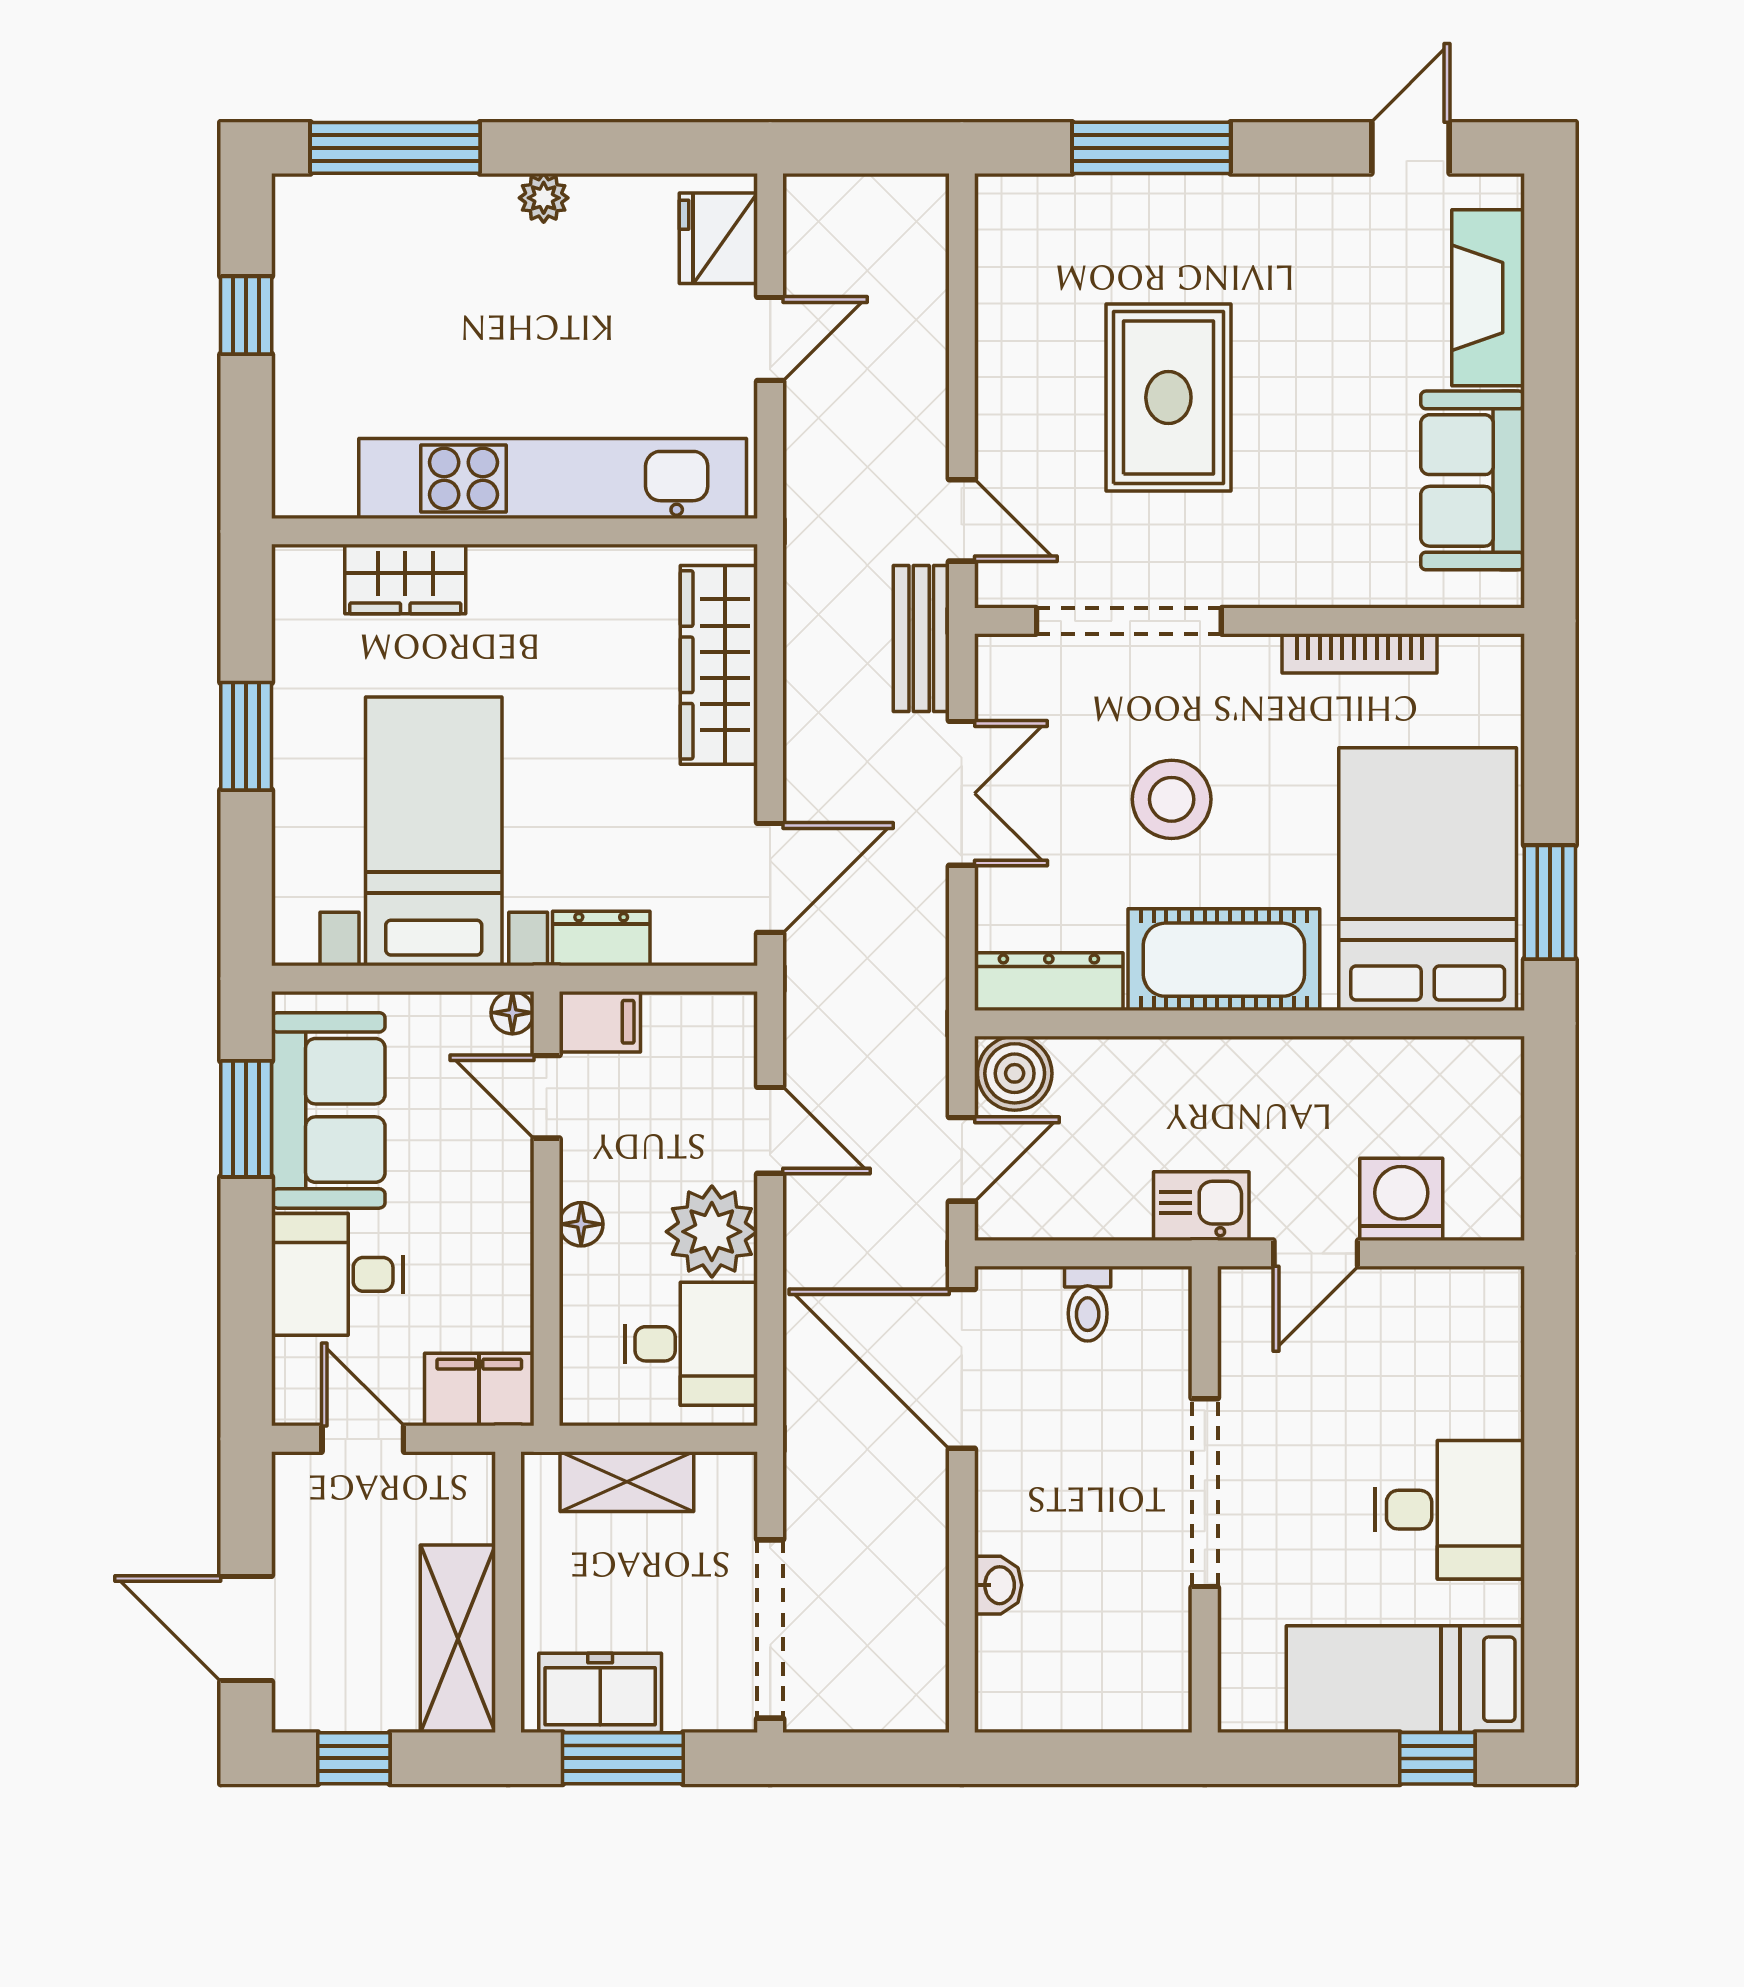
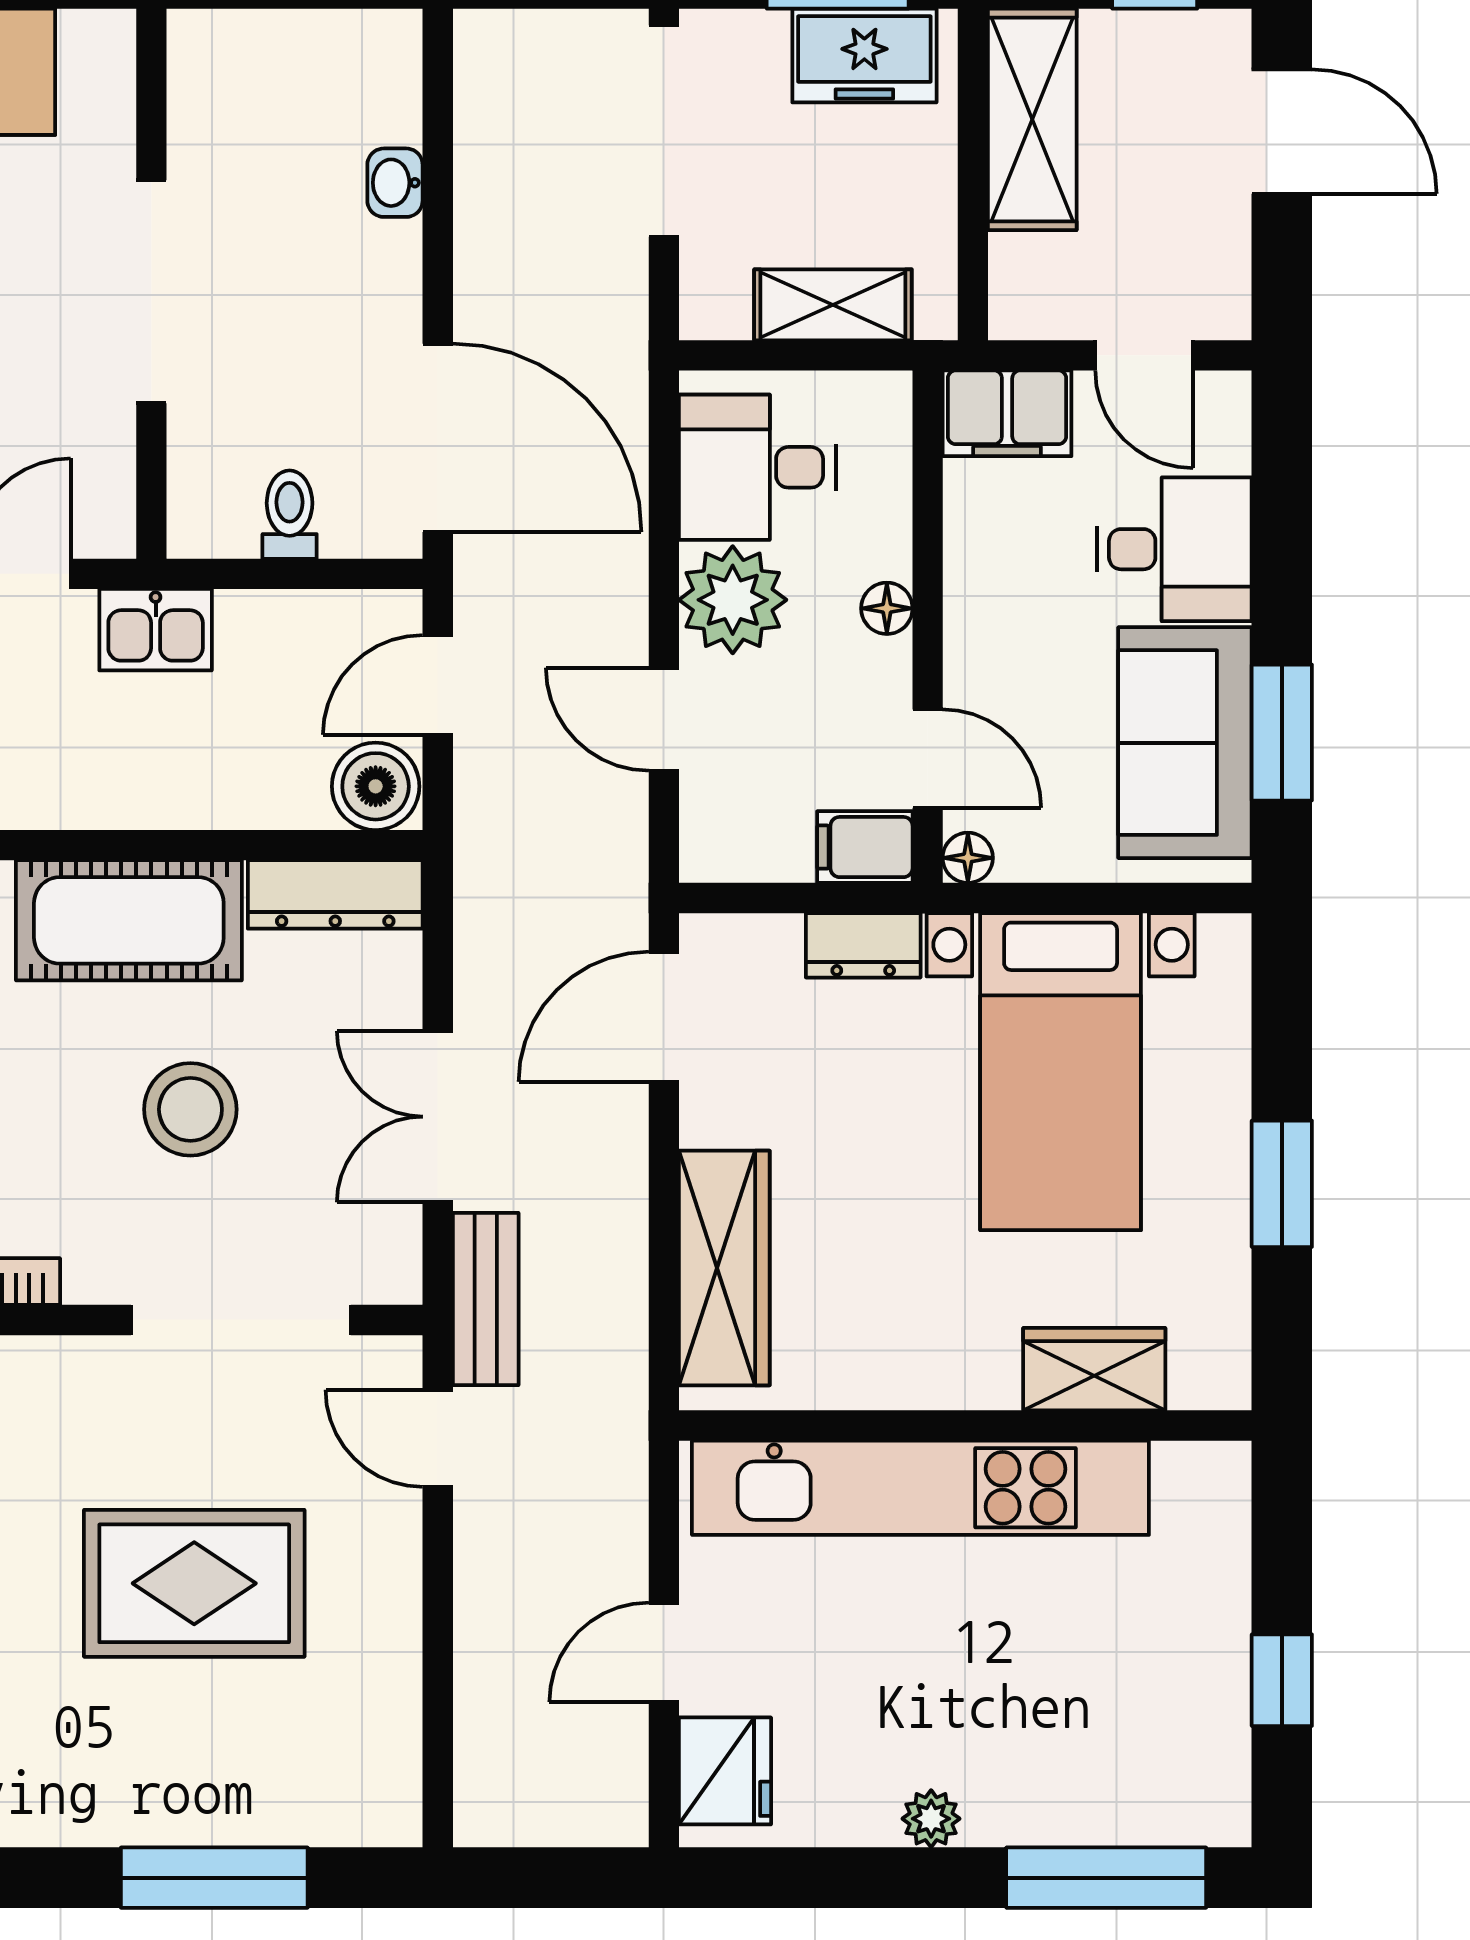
rug: (1168, 397) -> (194, 1583), turned 90

